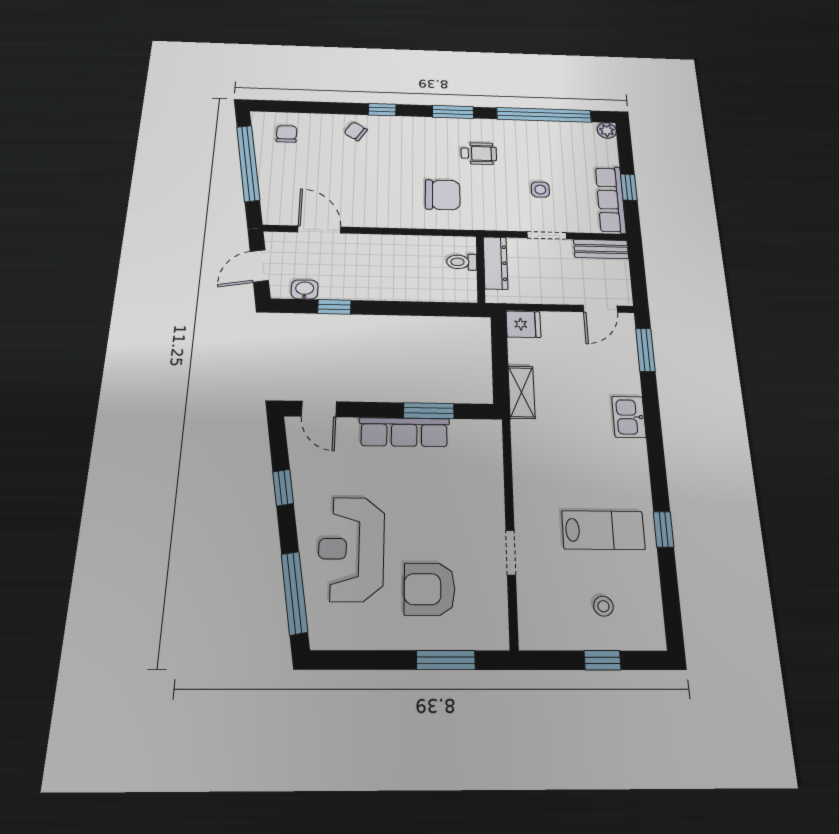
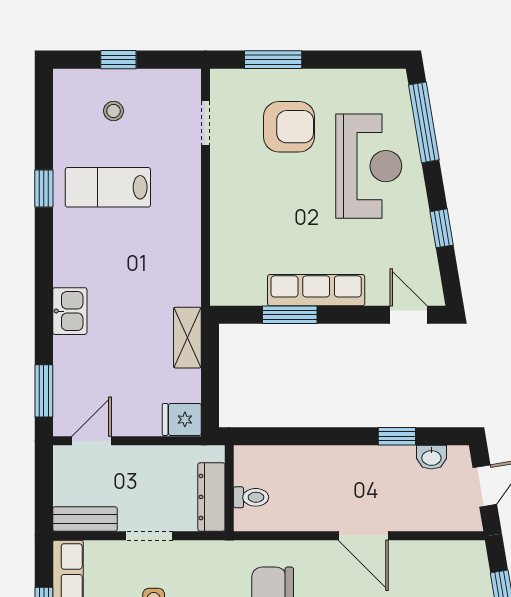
door: (319, 229) -> (363, 536), moved
doorway: (511, 553) -> (206, 123), moved

